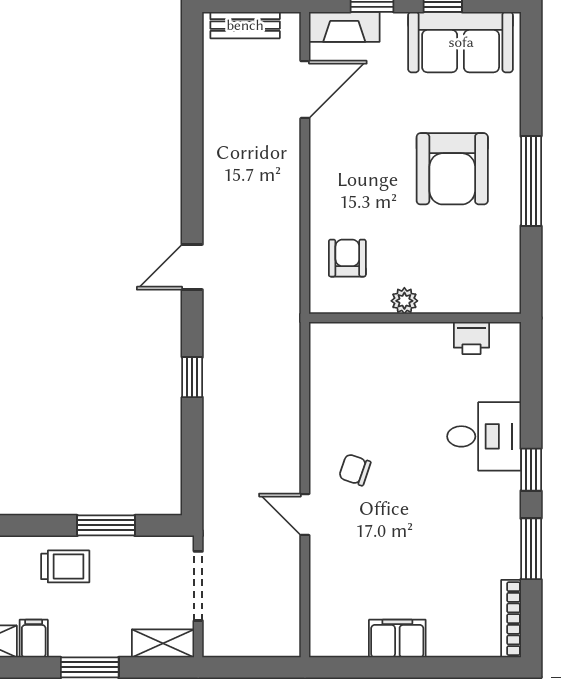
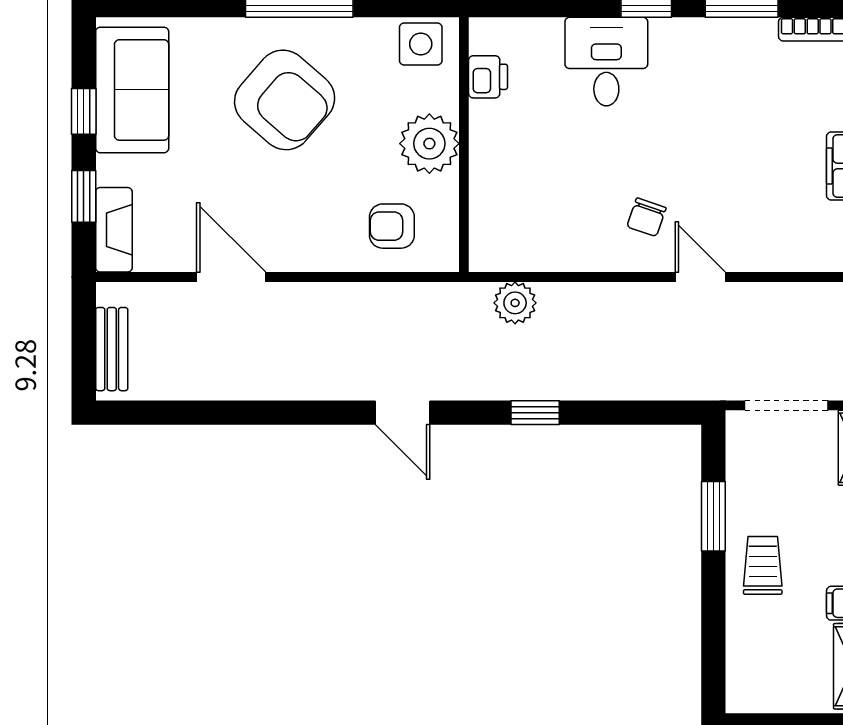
door: (305, 90) -> (231, 277), moved
armchair: (452, 169) -> (285, 100), turned 41
side table: (499, 282) -> (421, 44), added
plant: (404, 301) -> (429, 144), width x1.88, depth x1.88
plant: (283, 360) -> (515, 303), added
door: (305, 515) -> (700, 277), swing flipped

